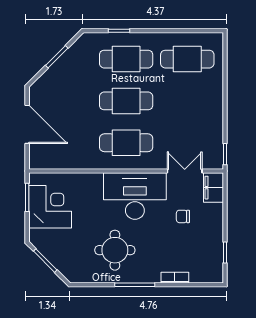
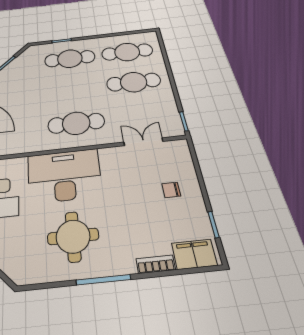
cafe table: (126, 101) -> (134, 82), moved
filing cabinet: (214, 188) -> (194, 254), moved, turned 90
desk: (135, 196) -> (64, 175), moved
chair: (183, 216) -> (171, 190), moved

